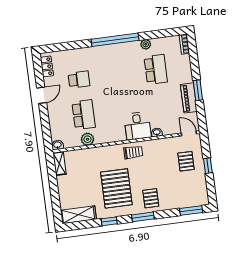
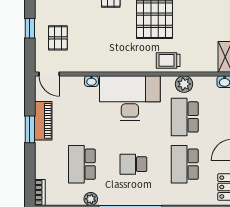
school desk: (117, 74) -> (133, 164), added
school desk: (79, 80) -> (185, 164), width x1.85
desk: (137, 126) -> (130, 98), width x1.87, depth x1.30
trolley: (133, 152) -> (168, 60), moved

